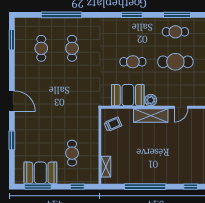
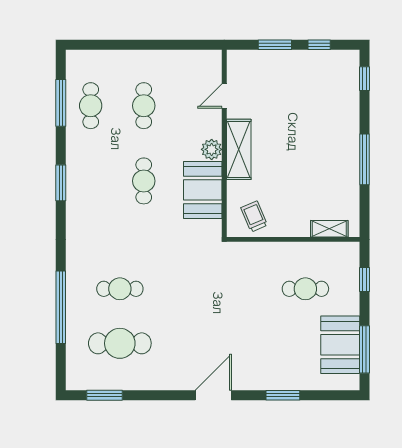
cafe table: (41, 48) -> (120, 343), width x1.37, depth x1.35
cafe table: (175, 62) -> (144, 106), width x0.73, depth x0.74
door: (181, 107) -> (224, 96), swing flipped
window: (145, 187) -> (365, 159), width x0.68

